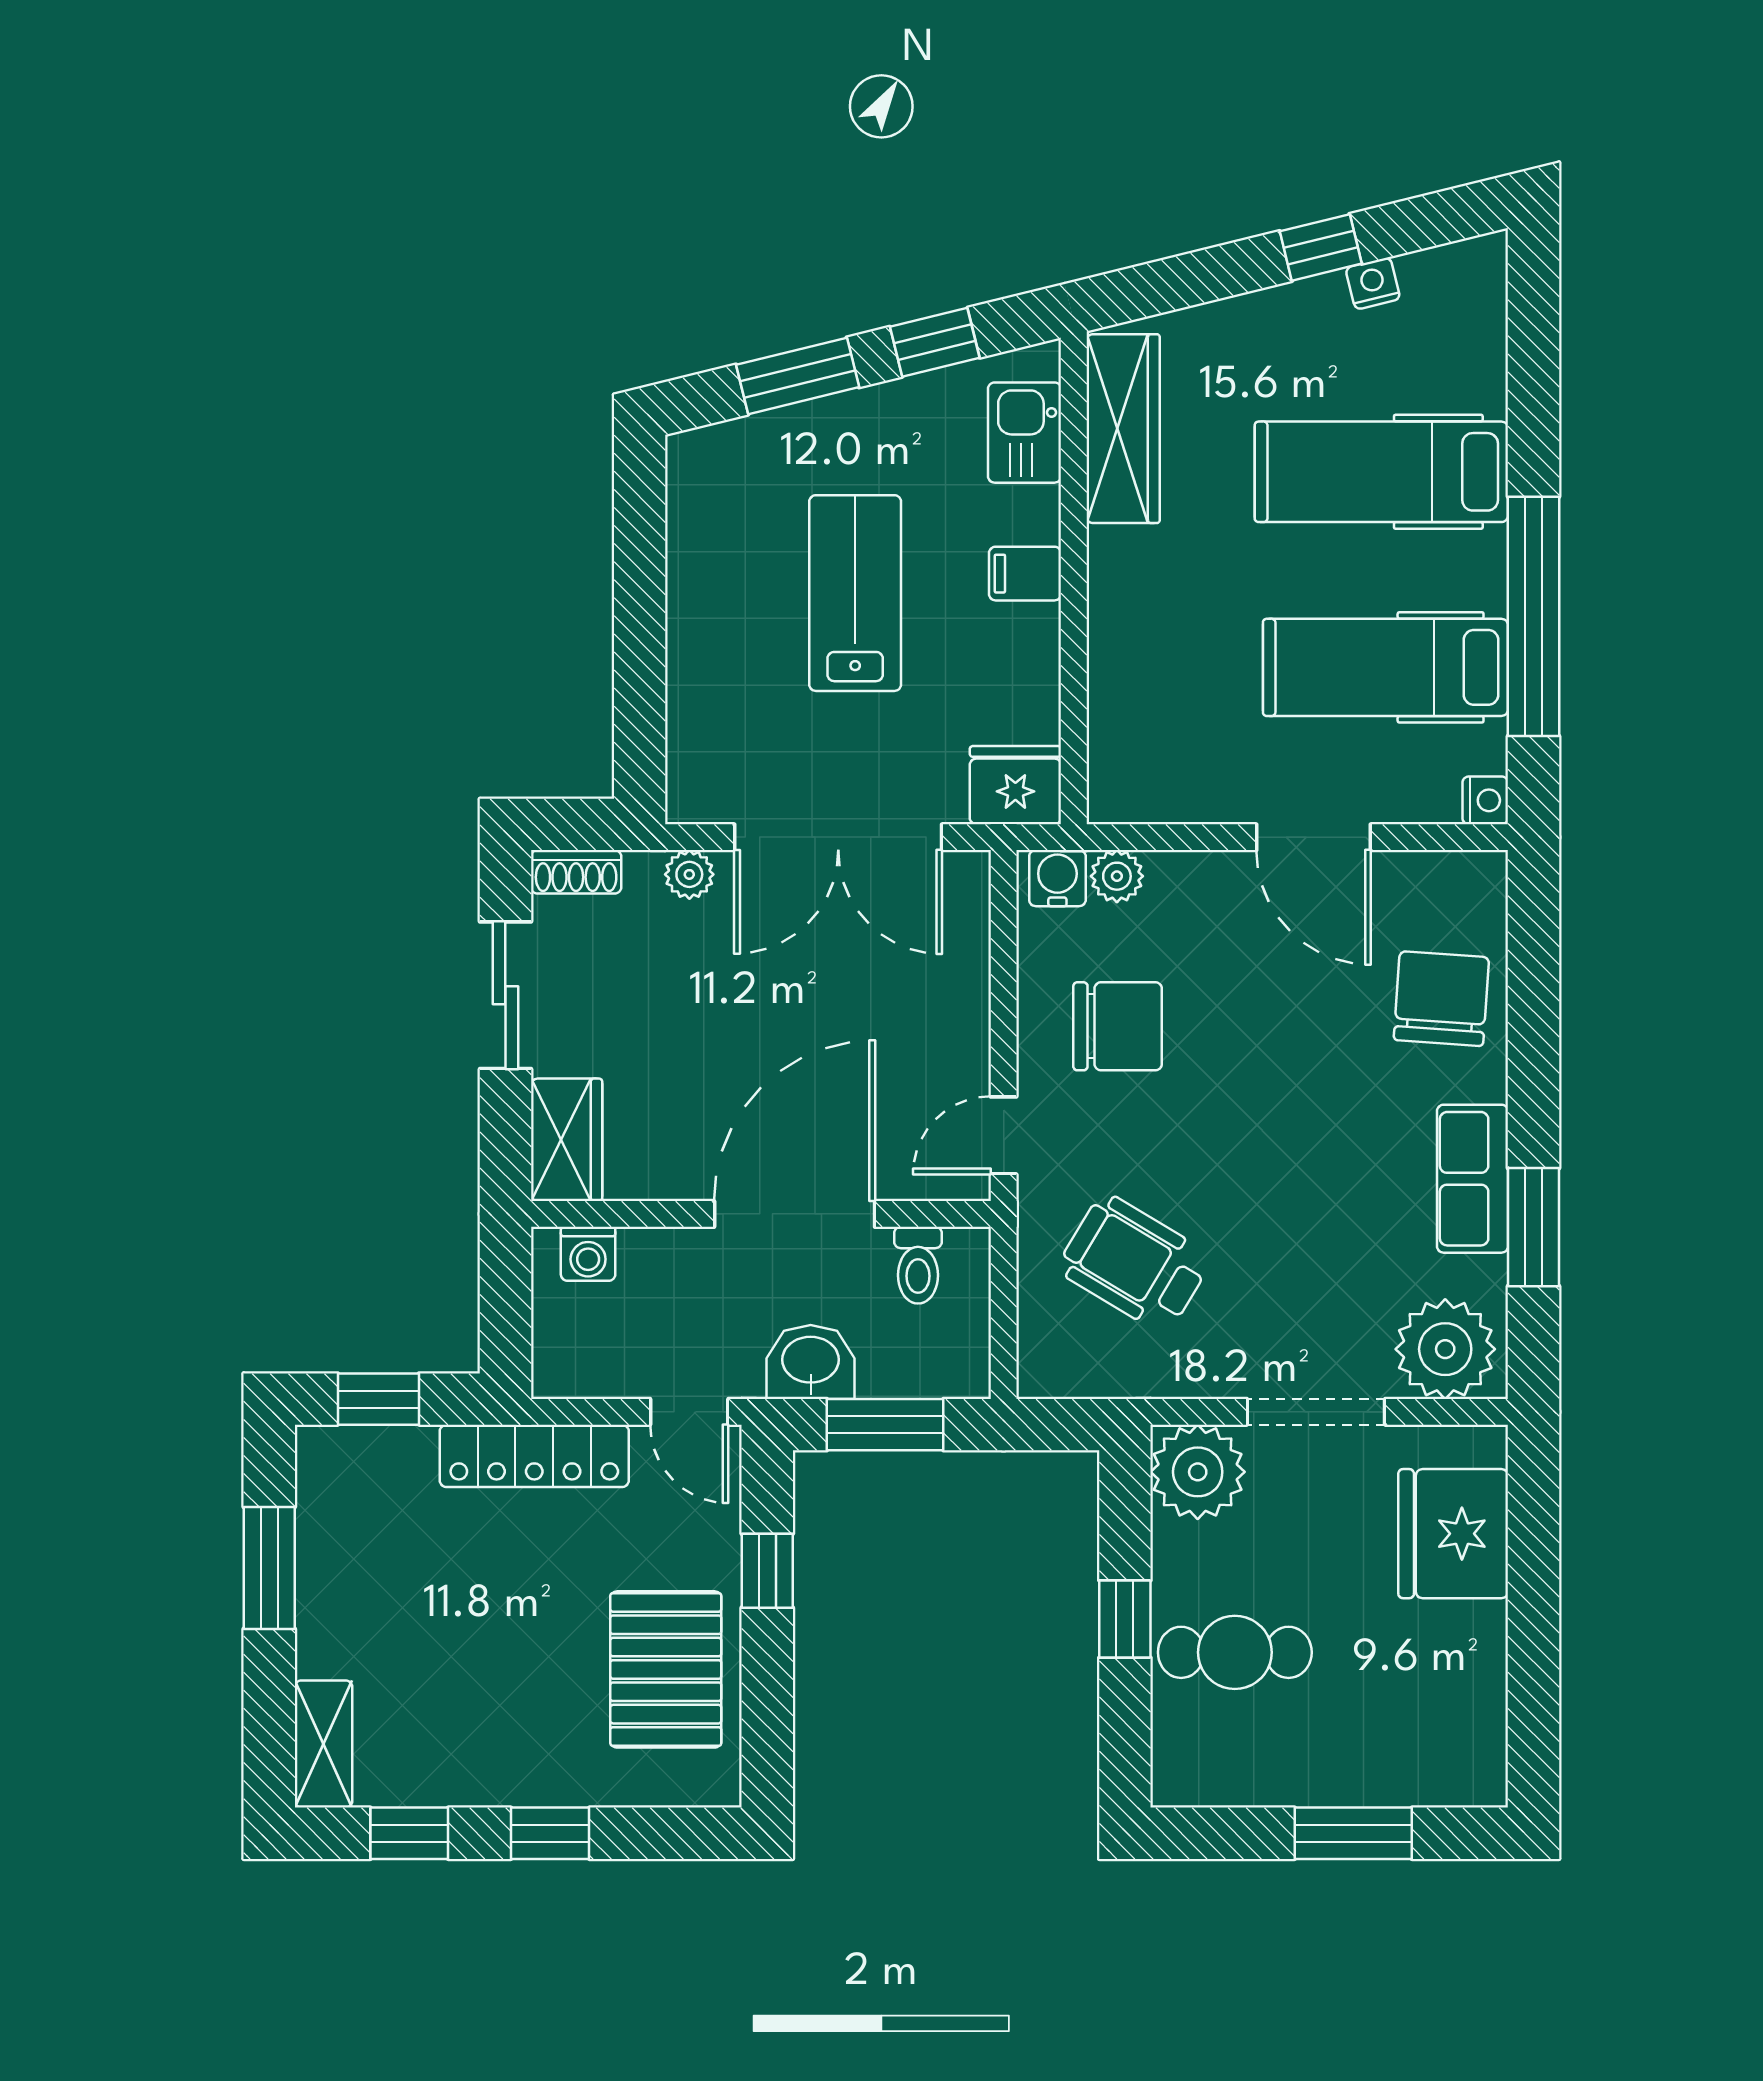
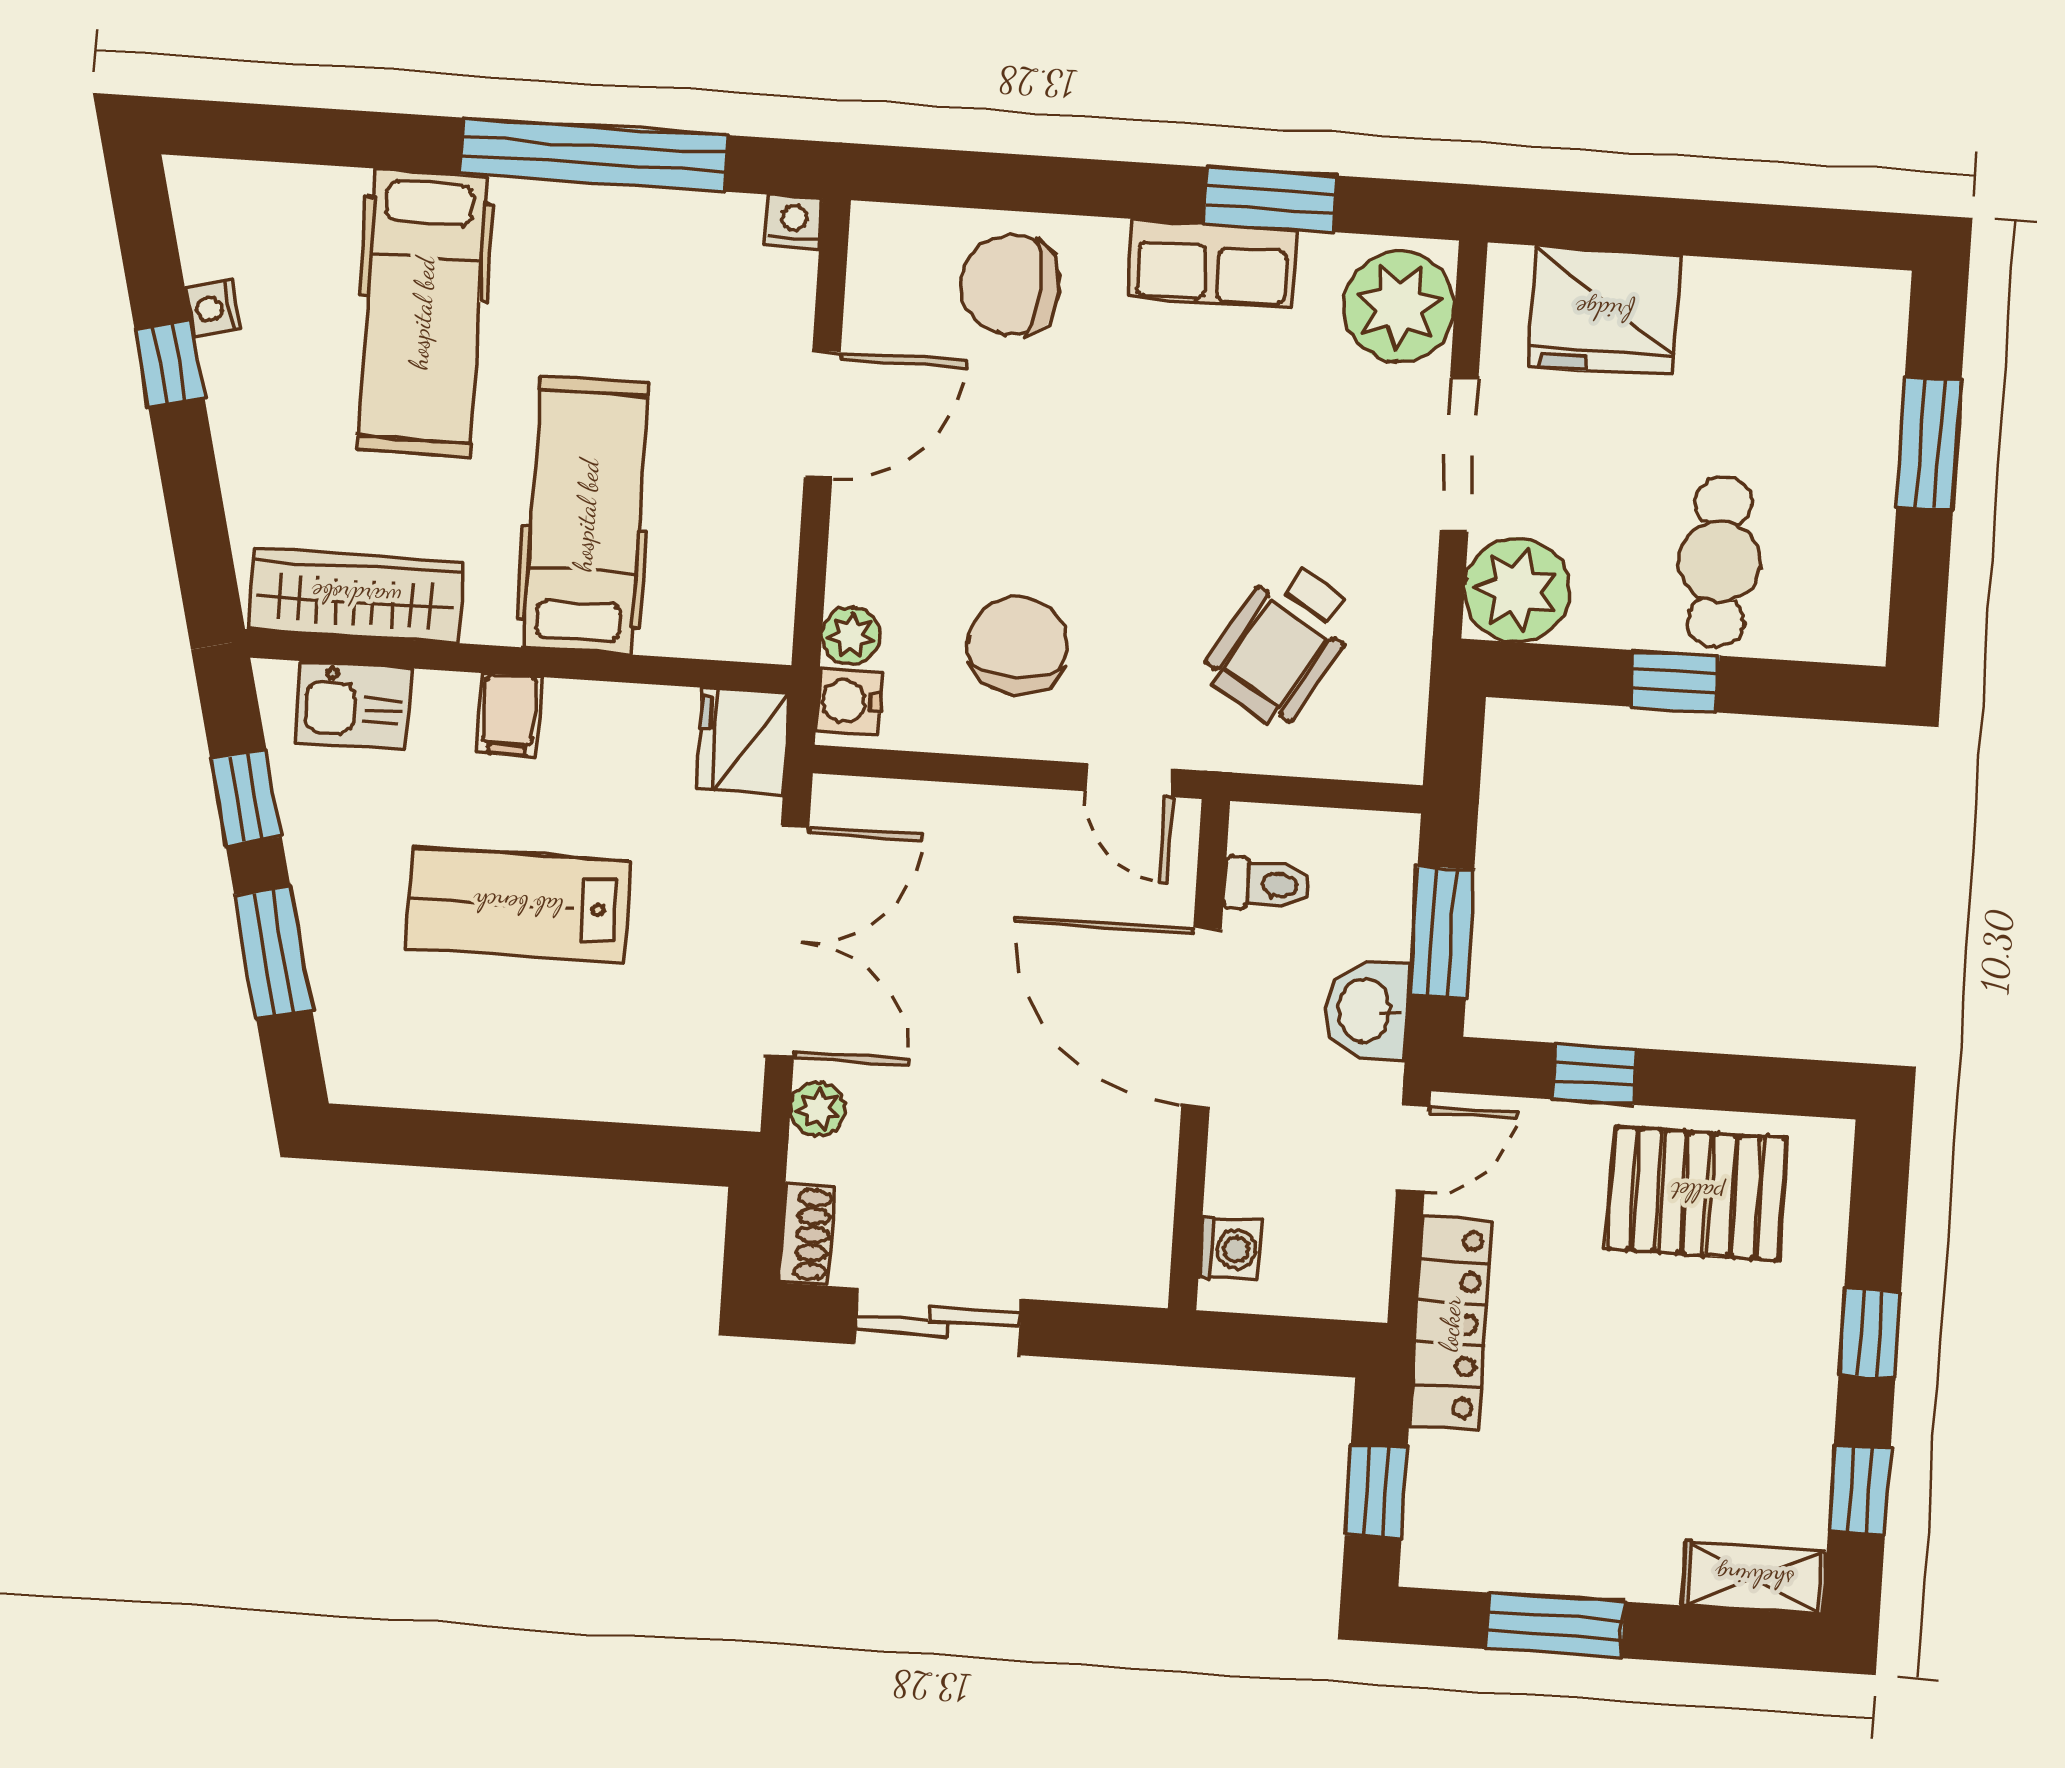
hospital bed: (1385, 667) -> (586, 515), moved, turned 180
wardrobe: (567, 1140) -> (1103, 1264), removed

